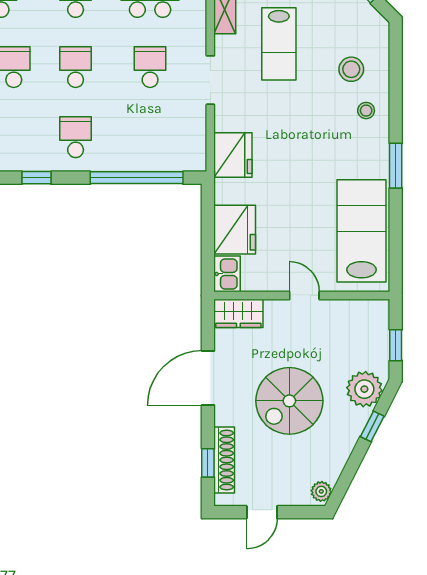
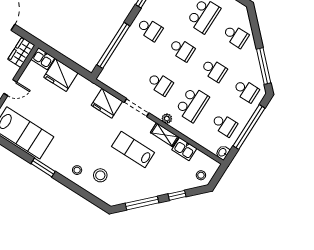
plant: (197, 22) -> (167, 119), added
fridge: (233, 155) -> (107, 103), moved

